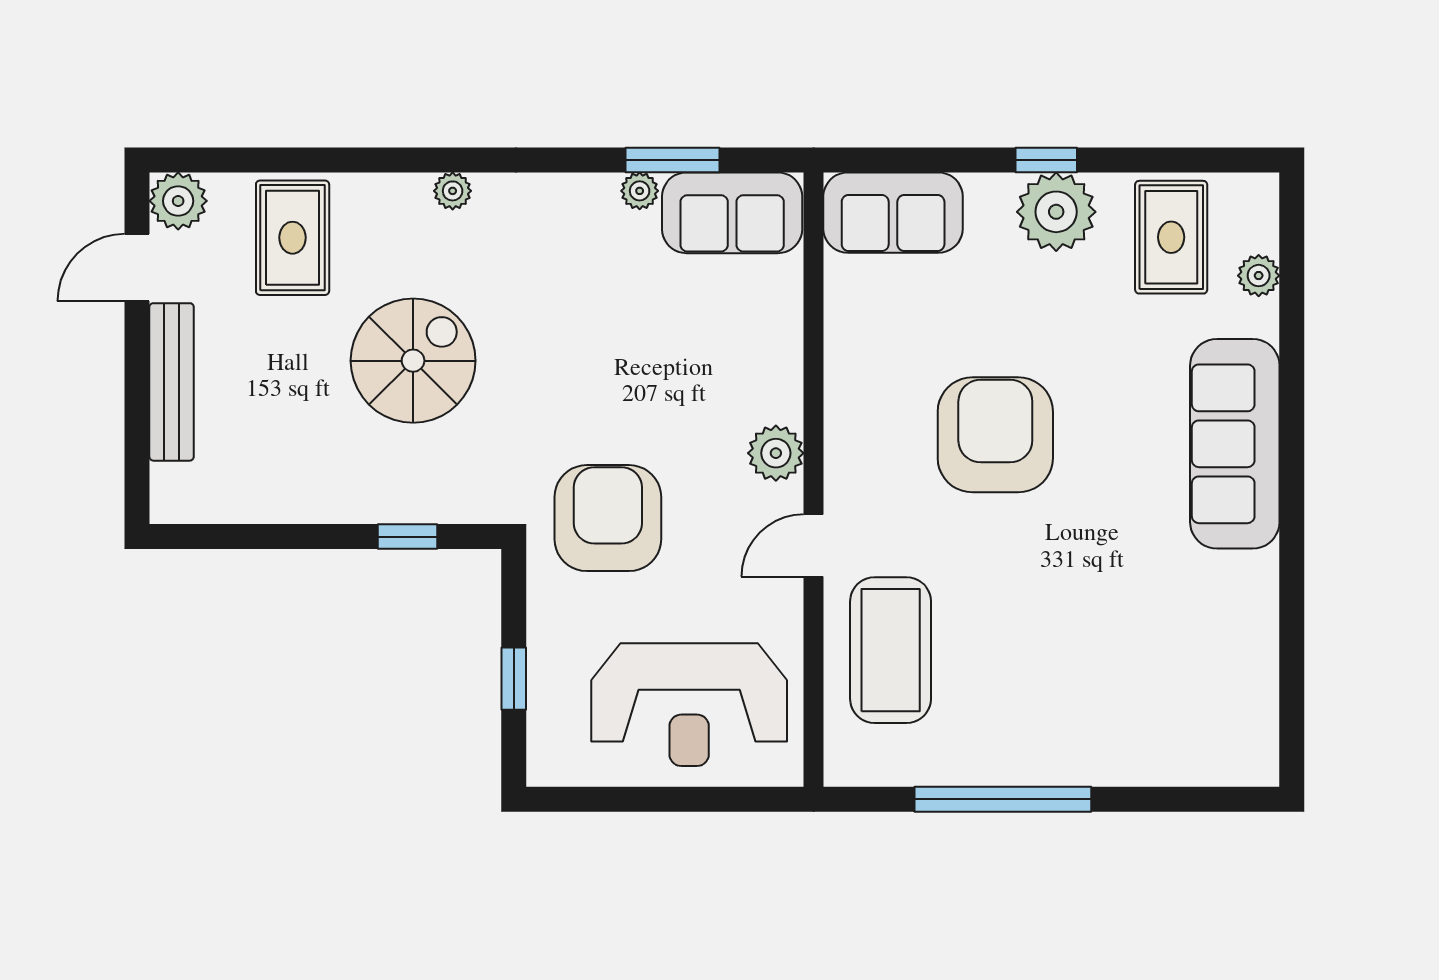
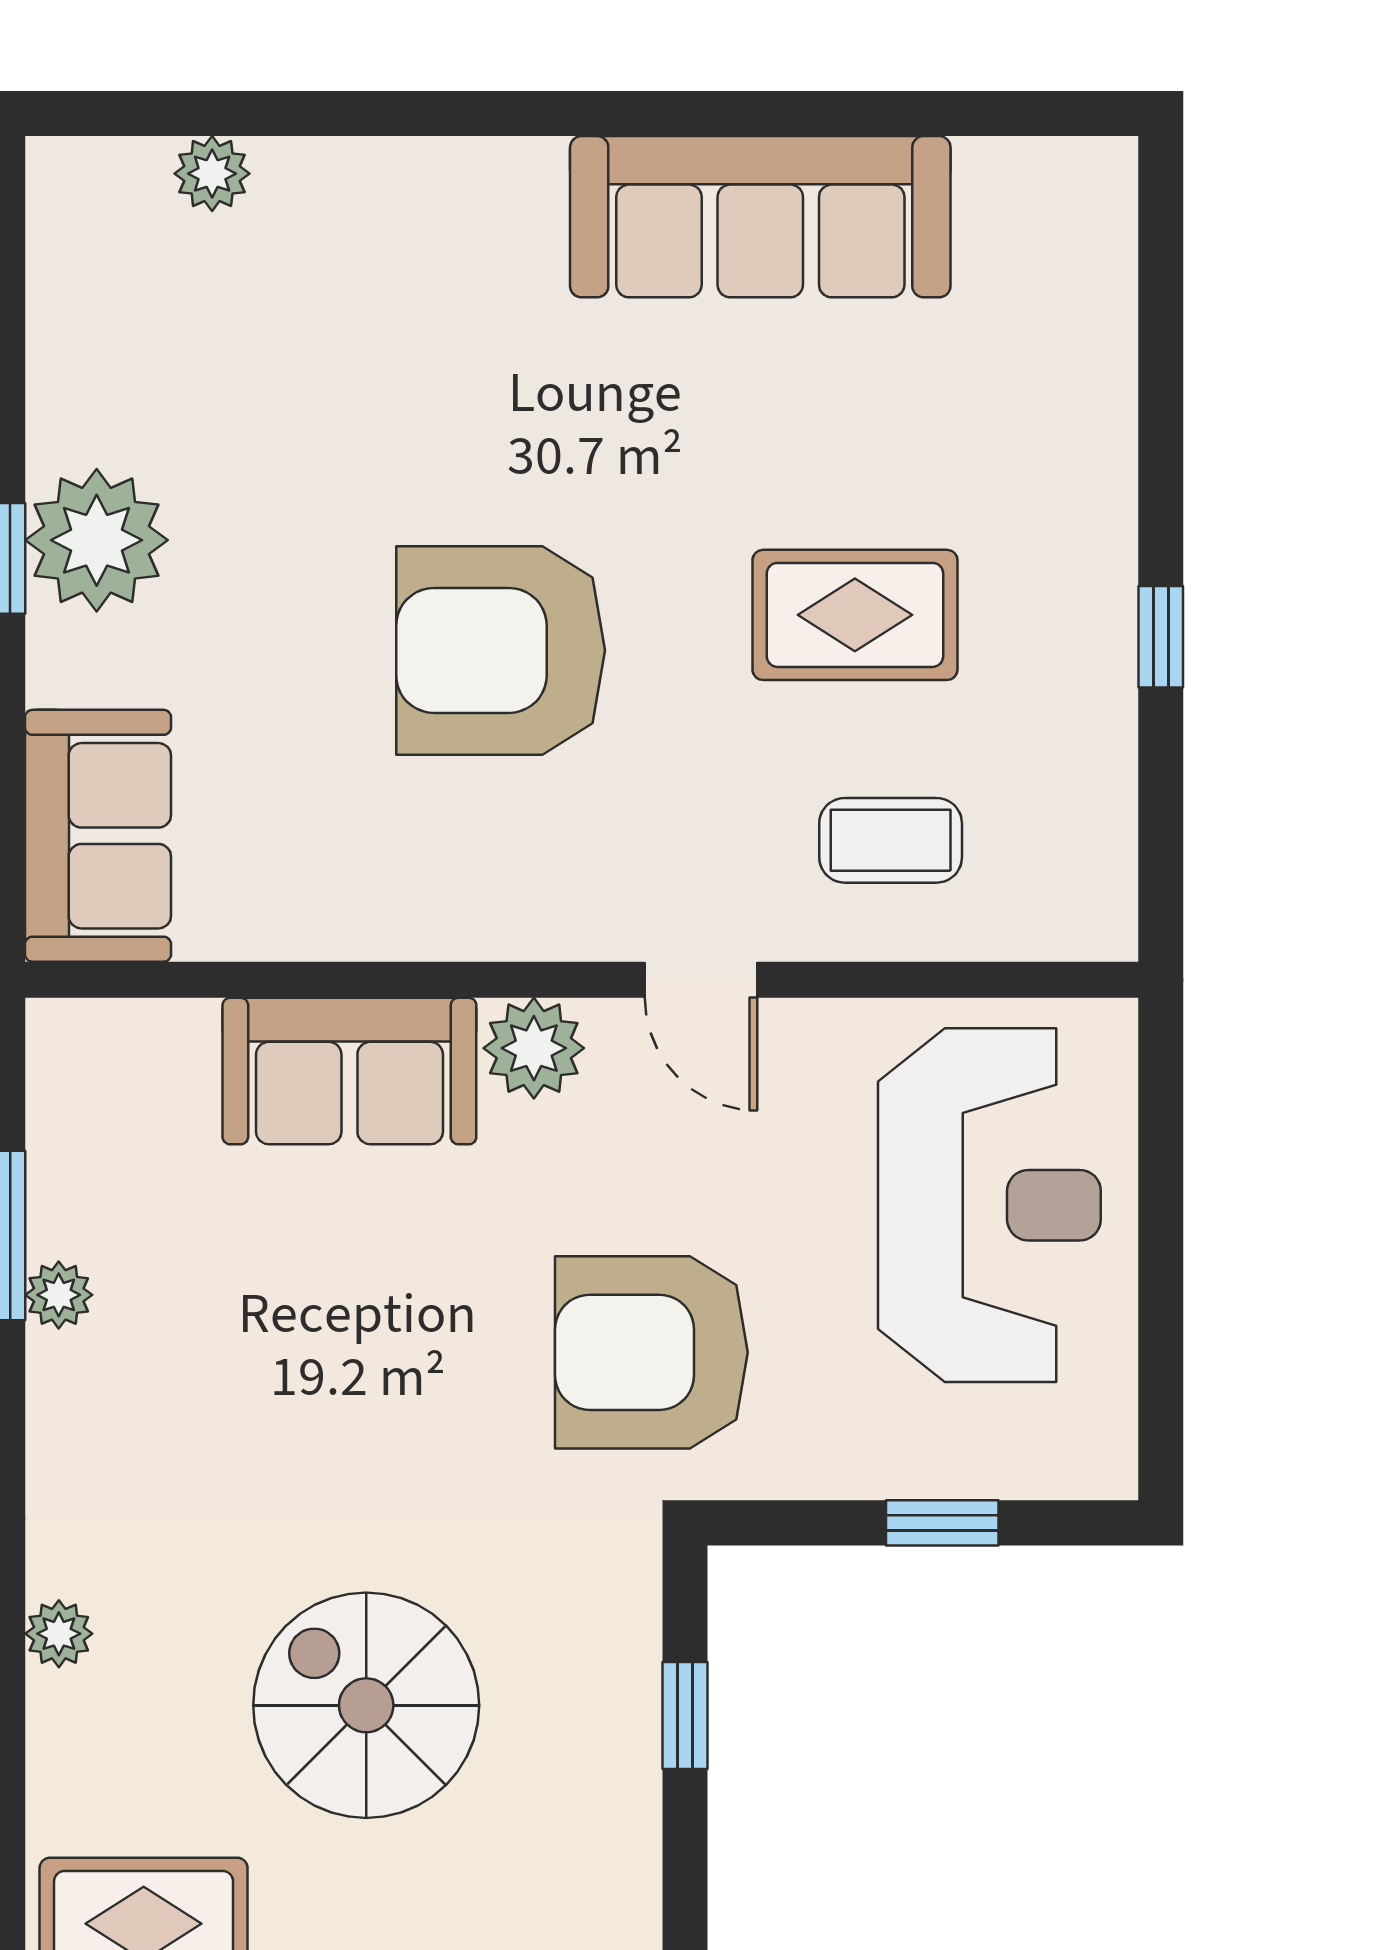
sofa: (732, 213) -> (349, 1071), moved, turned 90
rug: (1171, 237) -> (855, 615), moved
sofa: (1235, 444) -> (760, 217), moved
coffee table: (891, 650) -> (891, 840), width x0.54, depth x0.58
window: (1003, 799) -> (1161, 637), width x0.32

